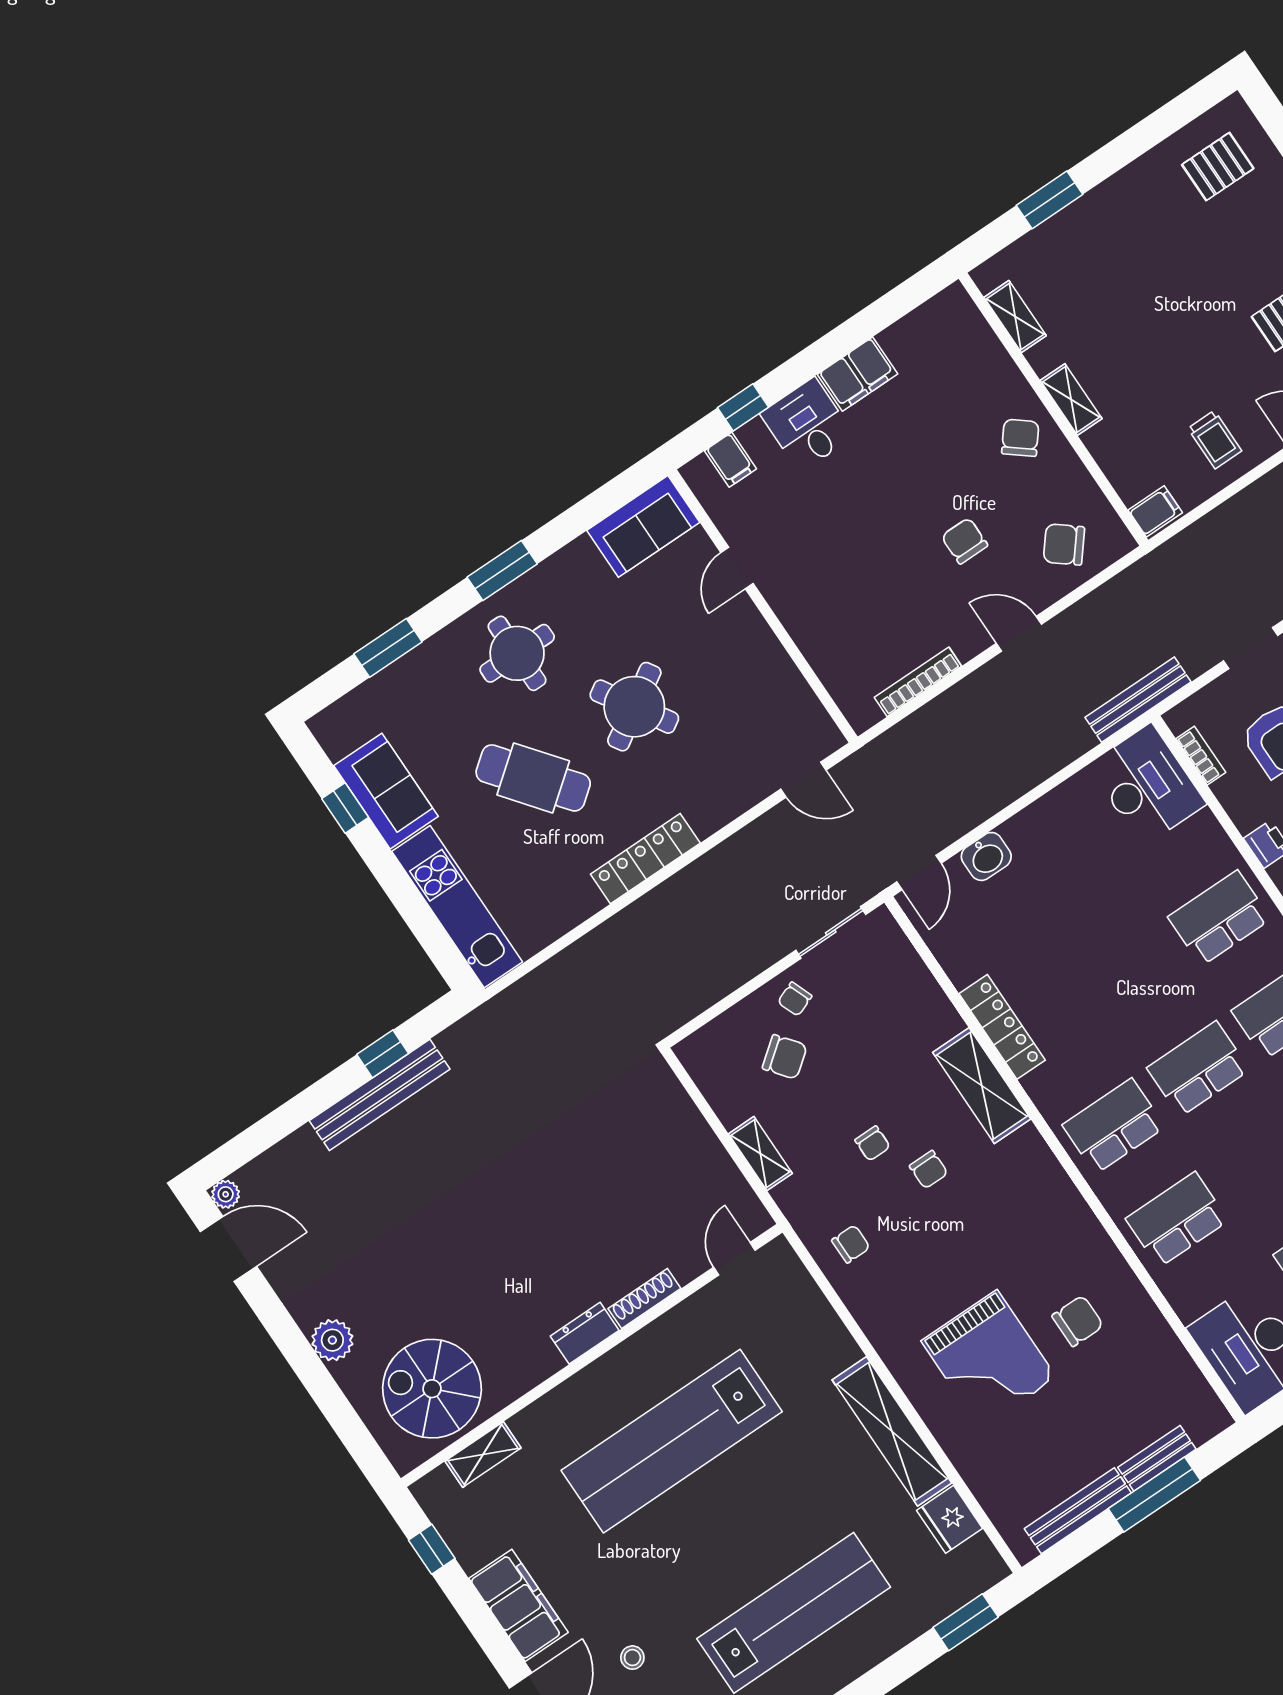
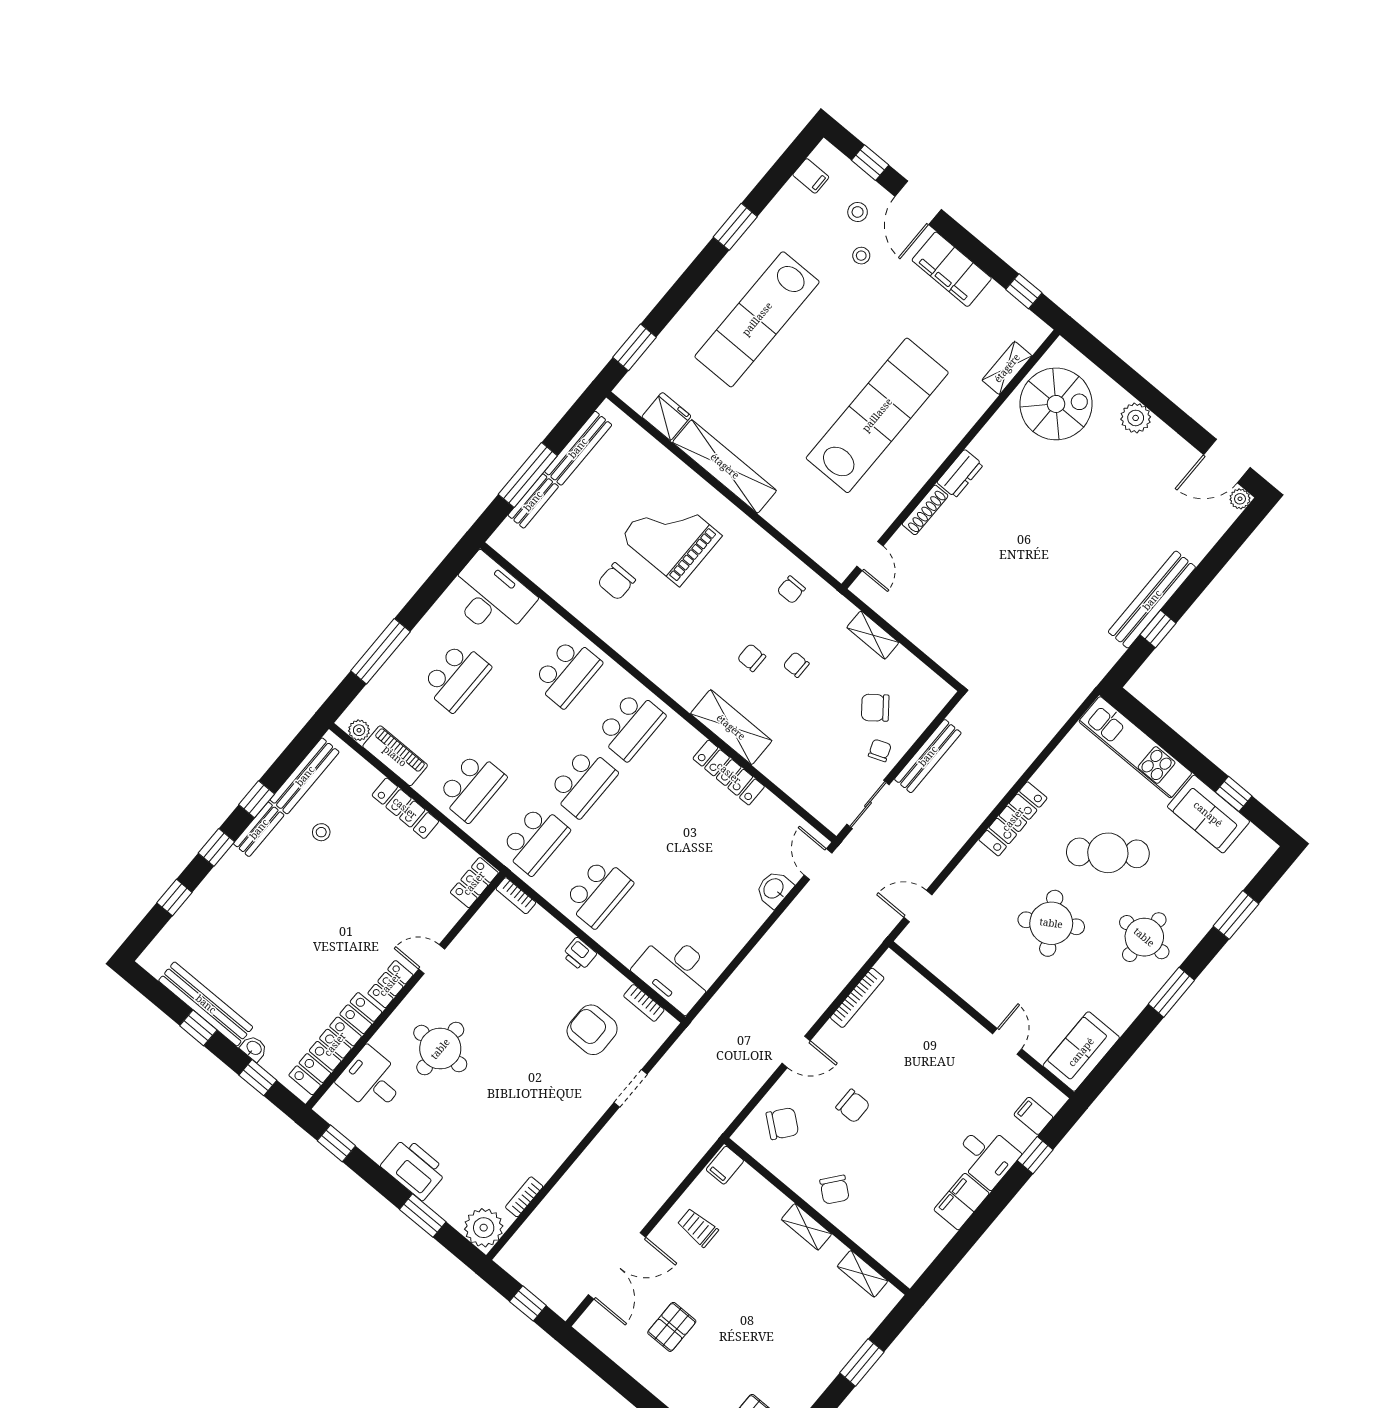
bench: (1138, 700) -> (928, 756), moved

